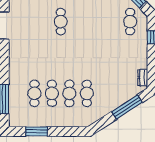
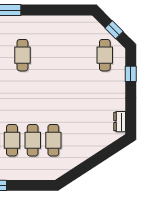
window: (127, 107) -> (101, 156), removed

